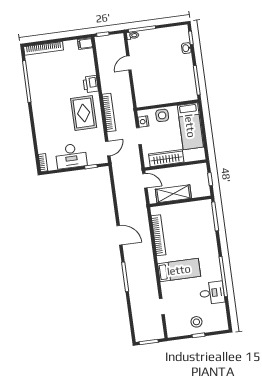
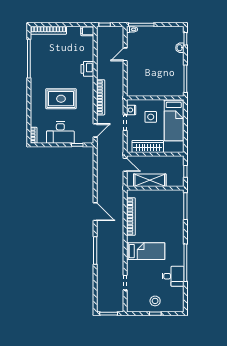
rug: (84, 113) -> (61, 99), moved, turned 90
side table: (162, 115) -> (151, 117), moved

